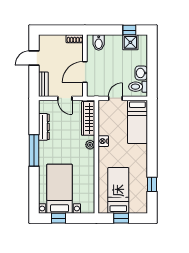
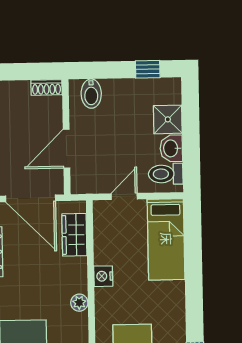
shower: (130, 42) -> (168, 119), moved
door: (65, 98) -> (31, 198), width x1.87
wardrobe: (88, 118) -> (74, 235), width x0.67
plant: (90, 145) -> (79, 303), moved

